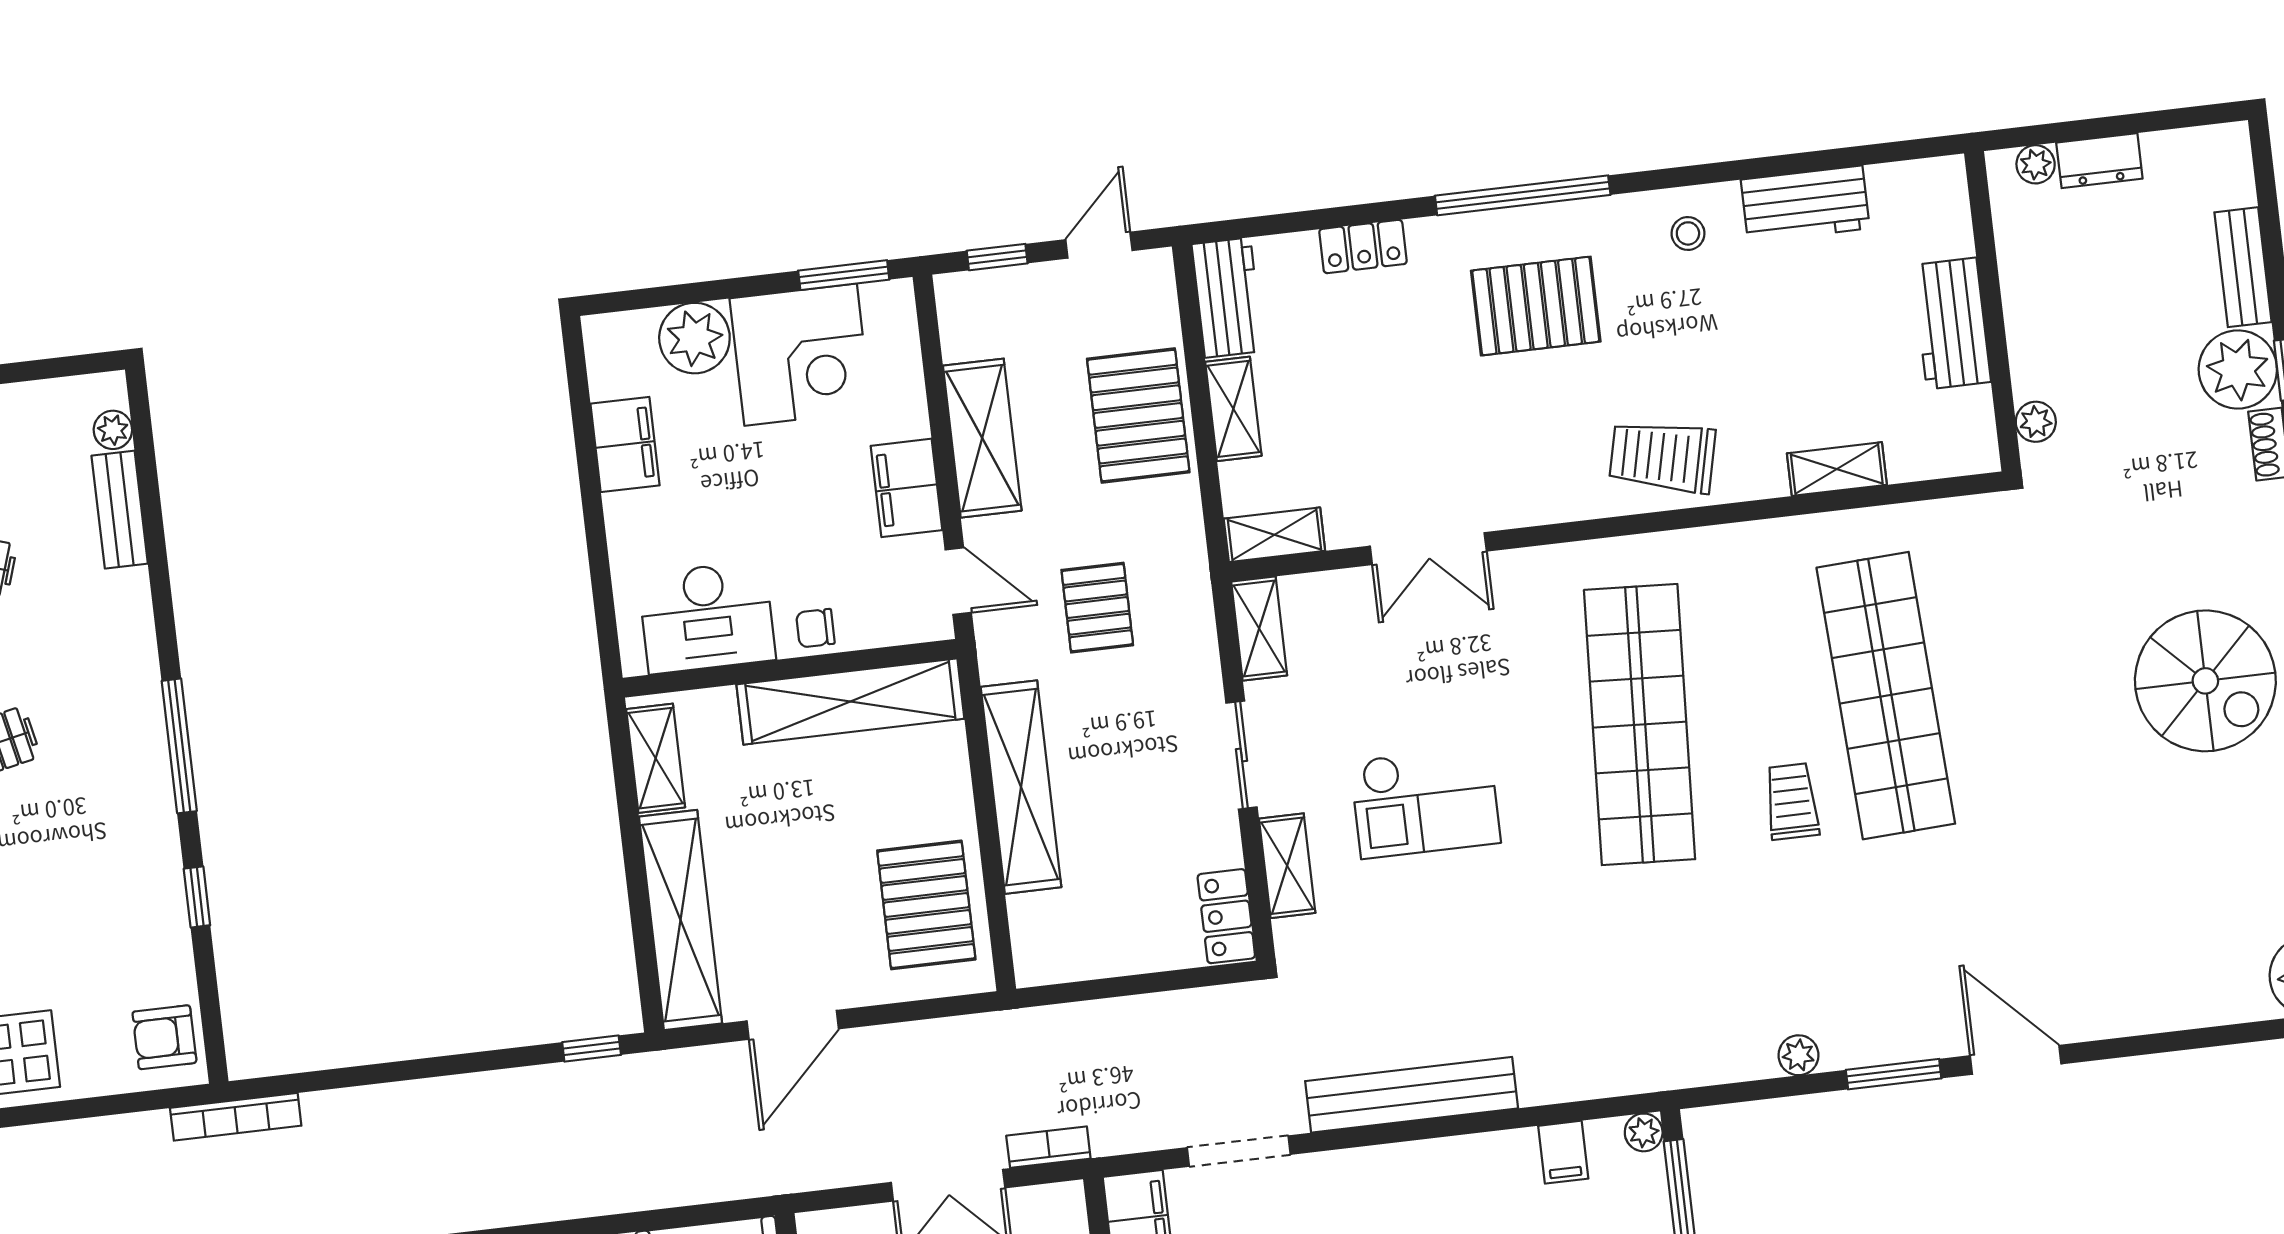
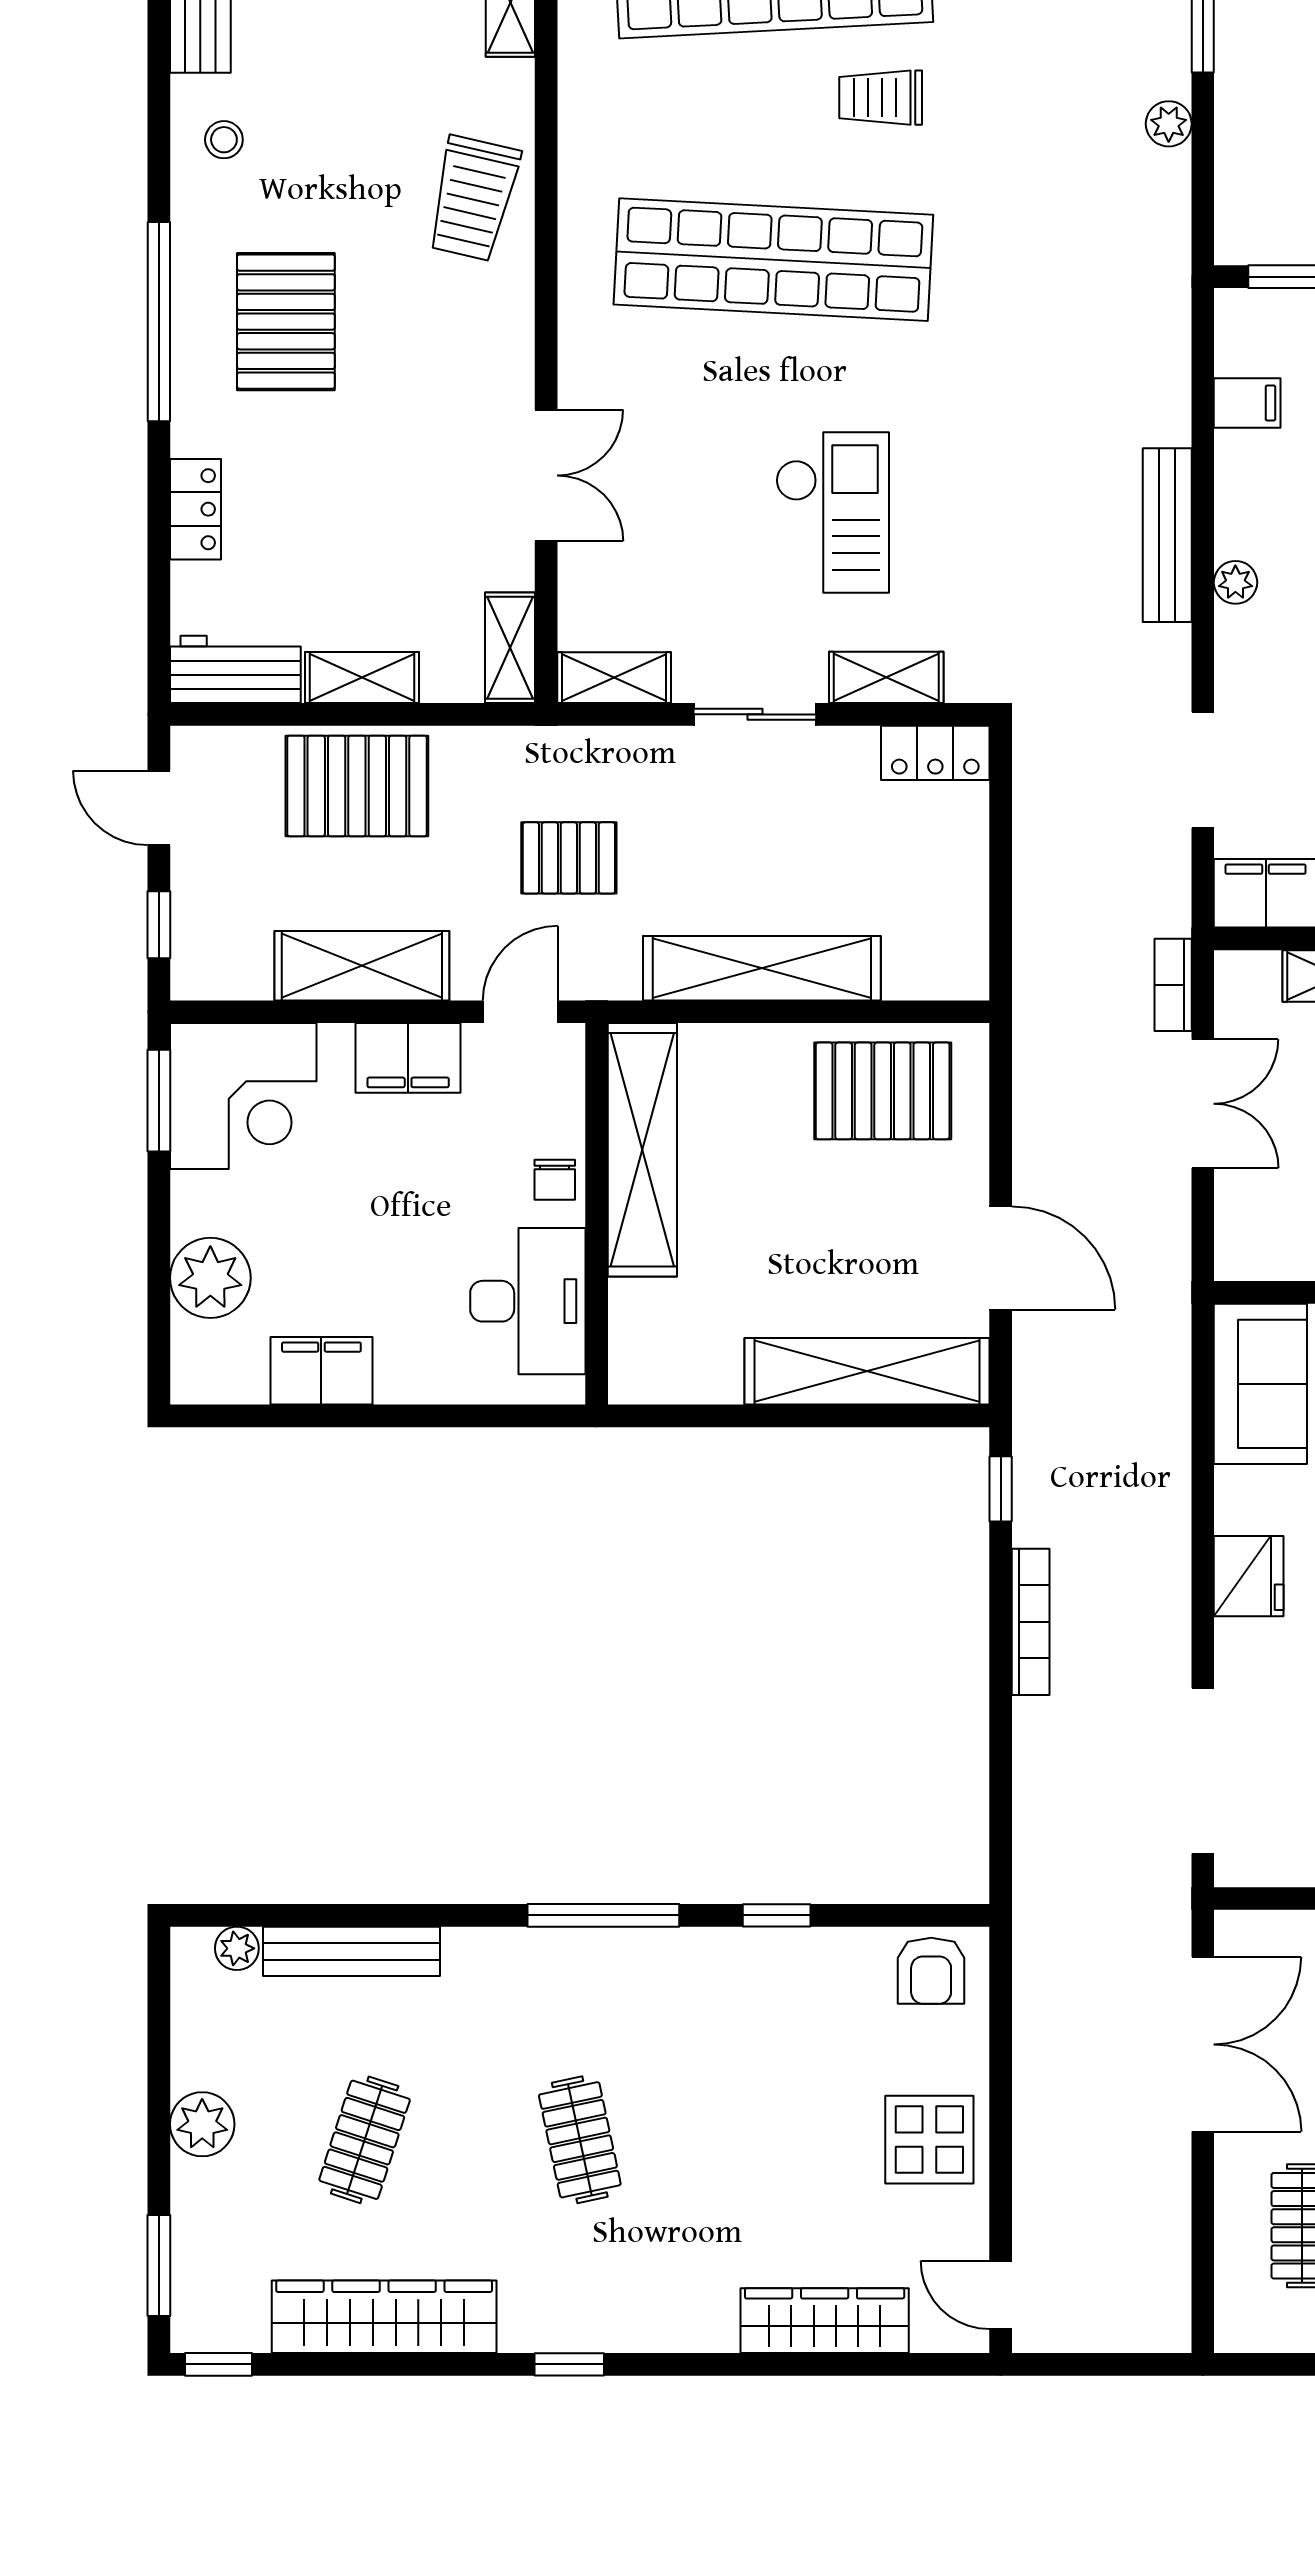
corner desk: (801, 355) -> (243, 1096), moved, turned 90
bench: (120, 510) -> (352, 1951), width x1.36
shelving: (656, 758) -> (681, 1378), removed
bench: (1412, 1095) -> (1167, 535), width x0.73, depth x0.82
bookcase: (236, 1117) -> (1031, 1622), moved
plant: (1644, 1132) -> (1235, 582), moved

